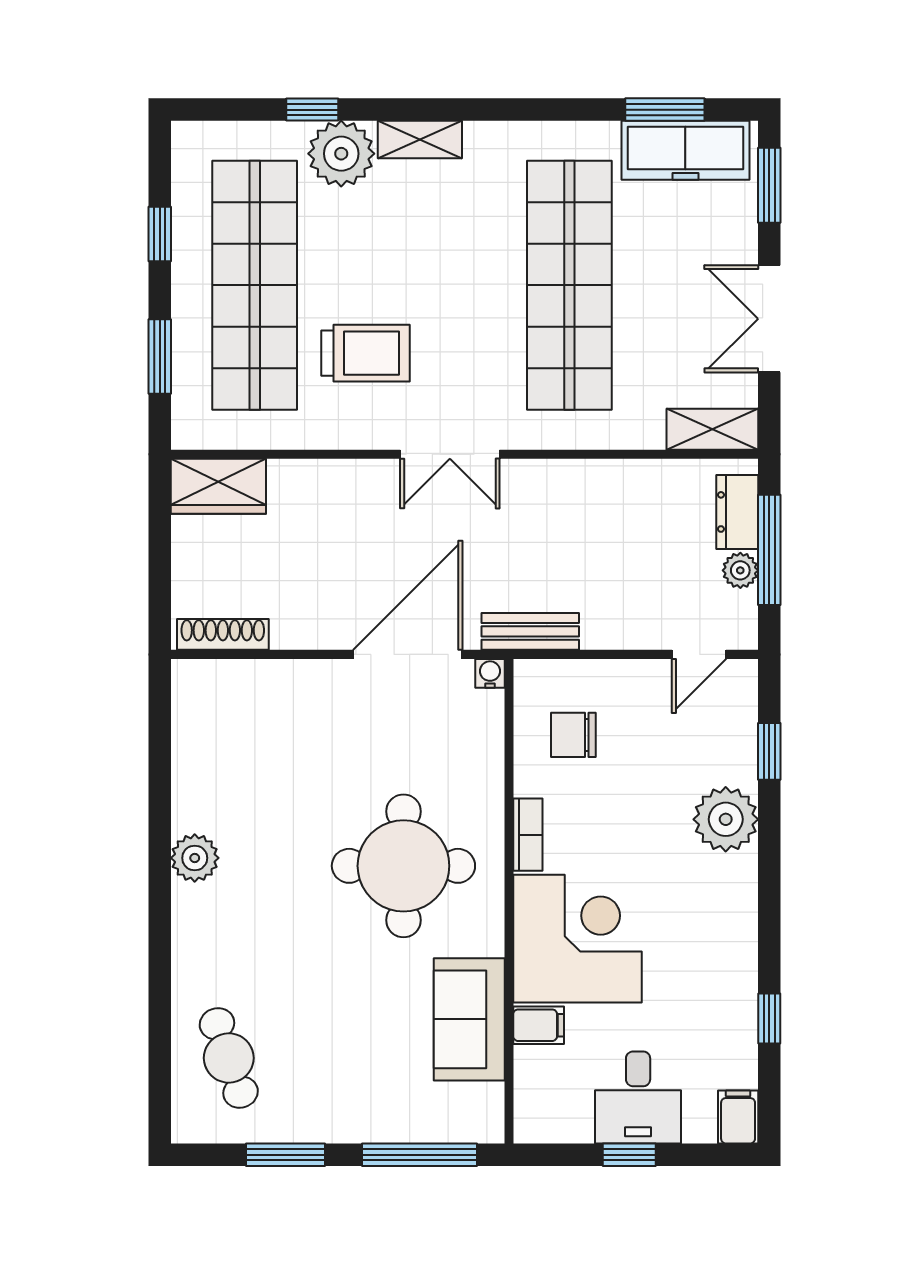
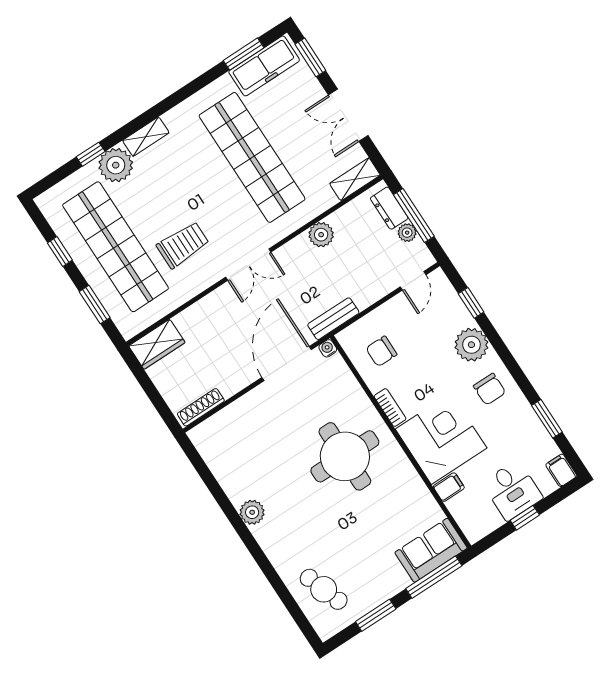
plant: (599, 483) -> (321, 235), added
chair: (708, 910) -> (490, 389), added
window: (769, 1018) -> (547, 419), width x1.50
sofa: (469, 1019) -> (431, 550), moved, turned 90

